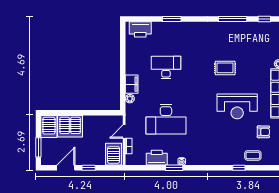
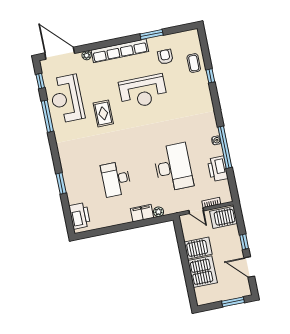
reception desk: (244, 39) -> (67, 99), added
reception desk: (237, 106) -> (143, 91), turned 90
server rack: (49, 127) -> (198, 248), moved
window: (174, 168) -> (225, 147), width x2.11

